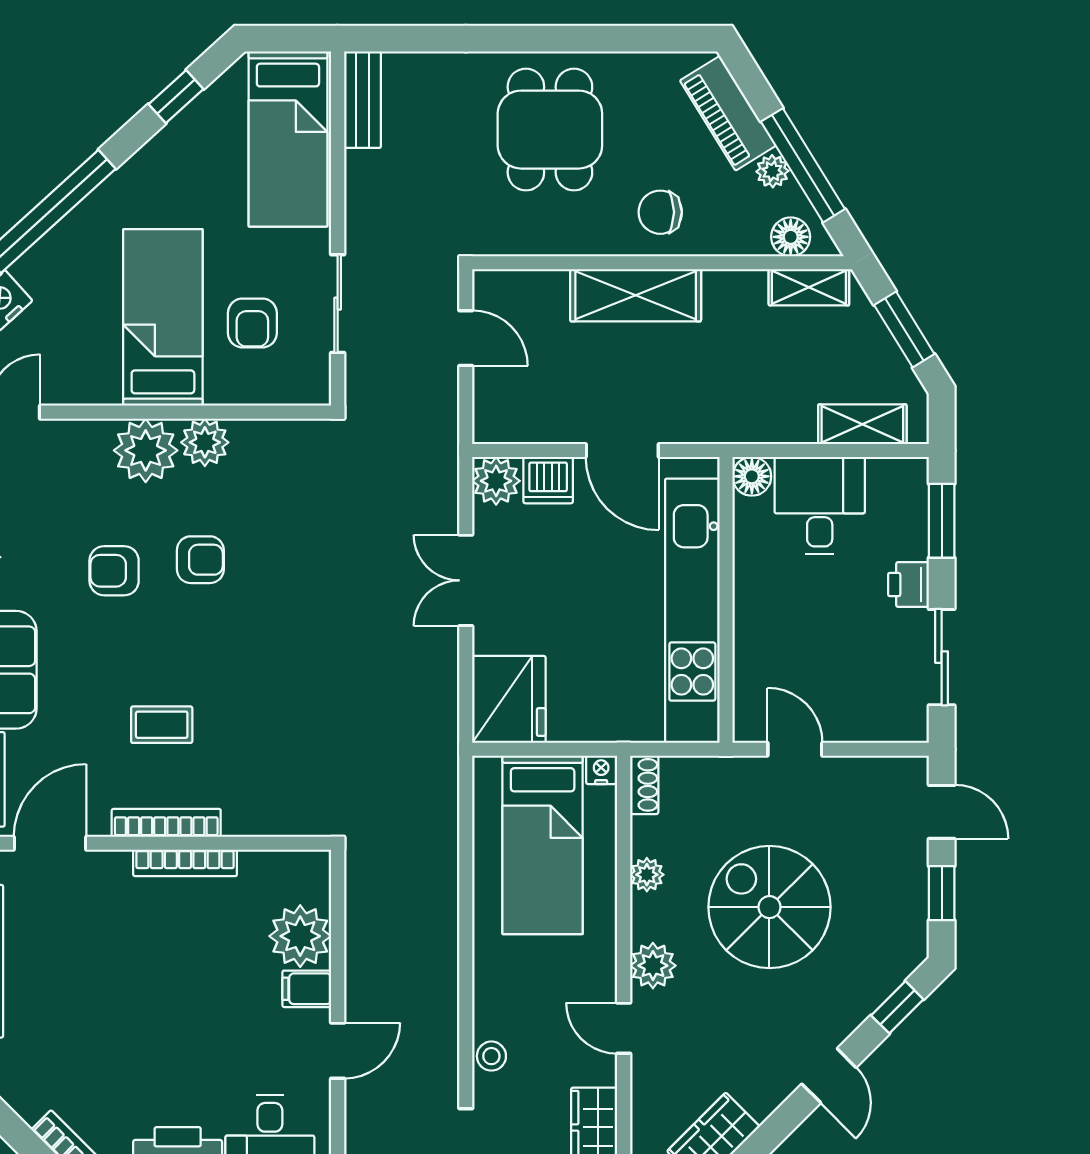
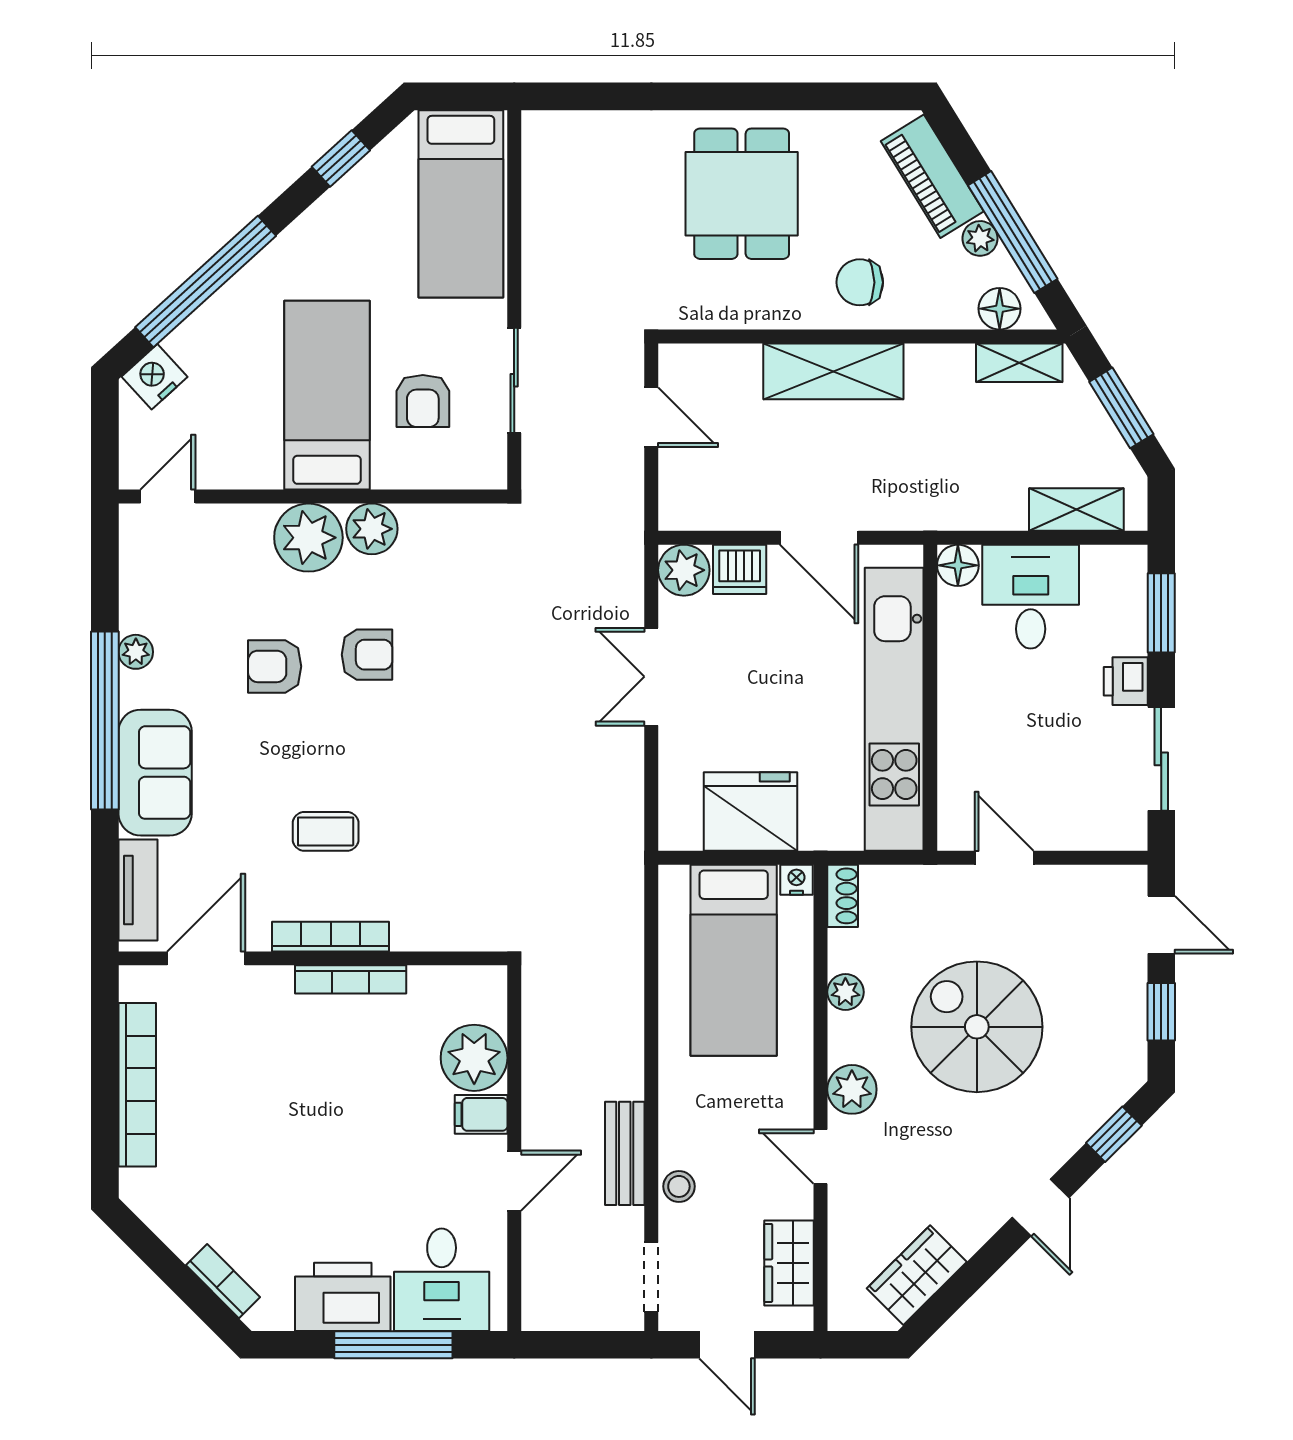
bench: (362, 100) -> (625, 1153), moved
fridge: (509, 699) -> (750, 811), moved, turned -90

